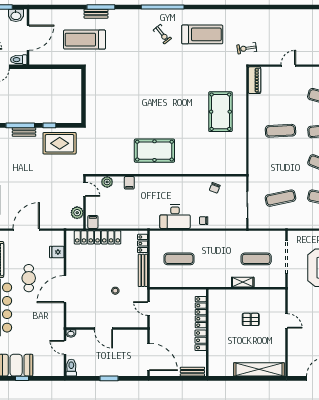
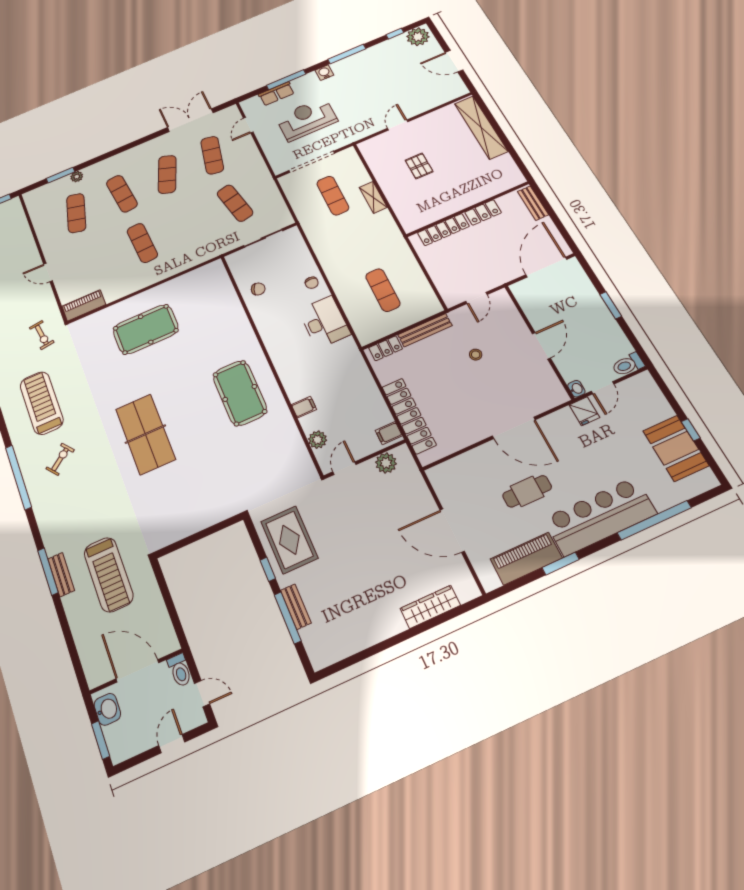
table tennis table: (155, 88) -> (145, 434), added
fridge: (57, 252) -> (584, 411), moved

